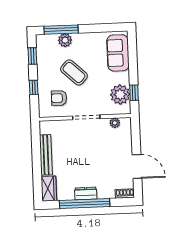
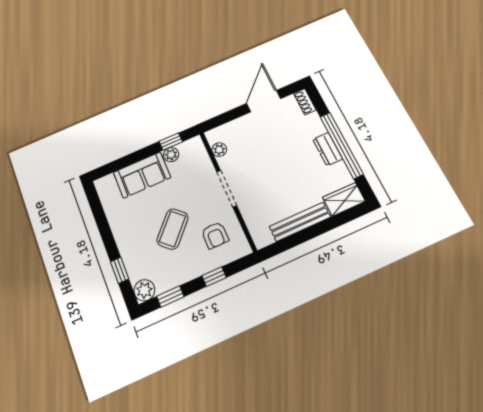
window: (61, 30) -> (120, 270), width x0.46
plant: (65, 40) -> (144, 290), moved
sofa: (118, 53) -> (142, 175), moved
plant: (120, 95) -> (171, 155), width x0.53, depth x0.53

